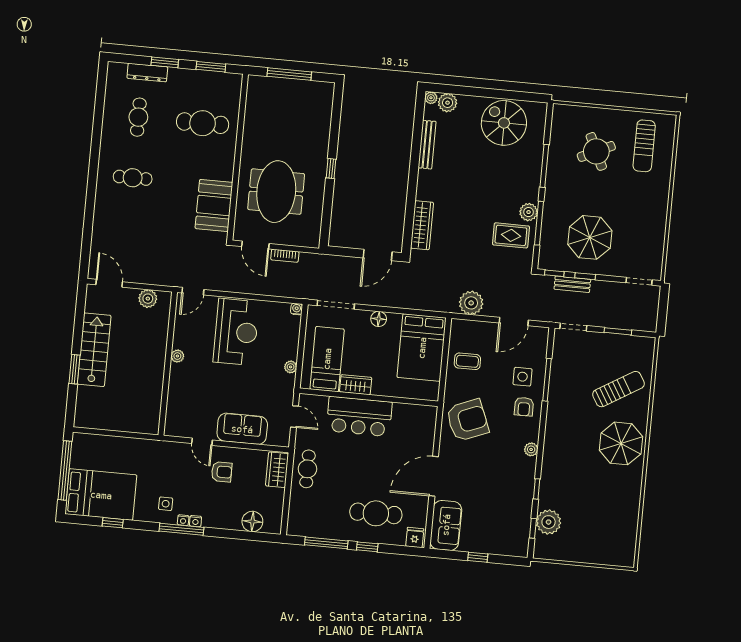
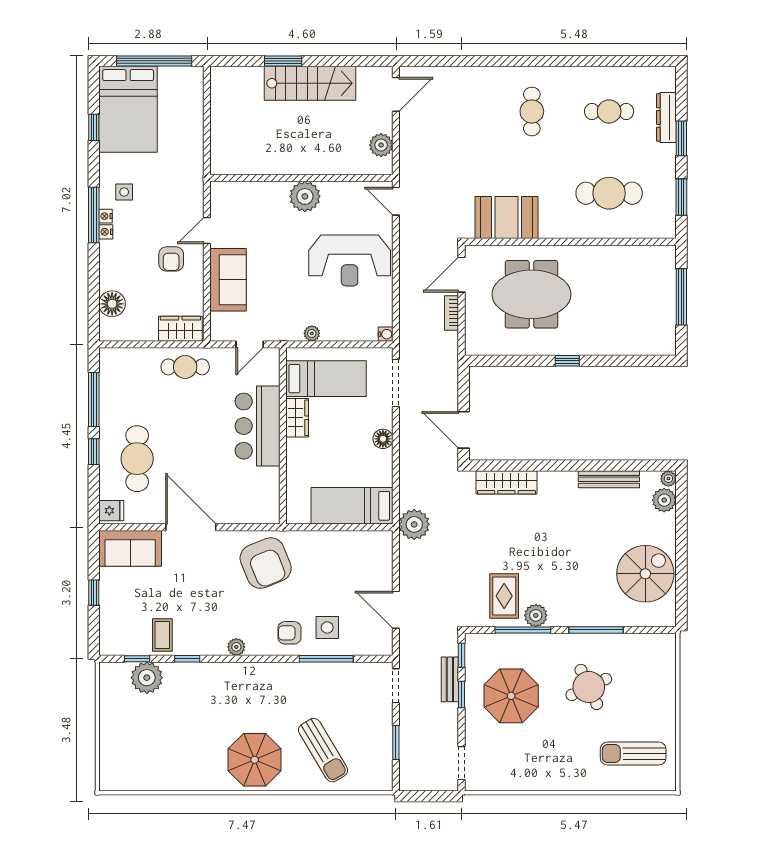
cafe table: (203, 123) -> (609, 193), turned 90
round table: (596, 151) -> (589, 687), moved
plant: (471, 303) -> (414, 524), moved
bed: (422, 348) -> (352, 506), width x0.67
plant: (177, 356) -> (305, 196), width x1.88, depth x1.88
coffee table: (467, 361) -> (162, 635), moved

